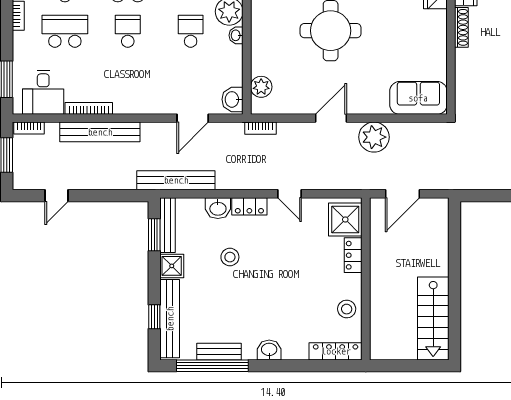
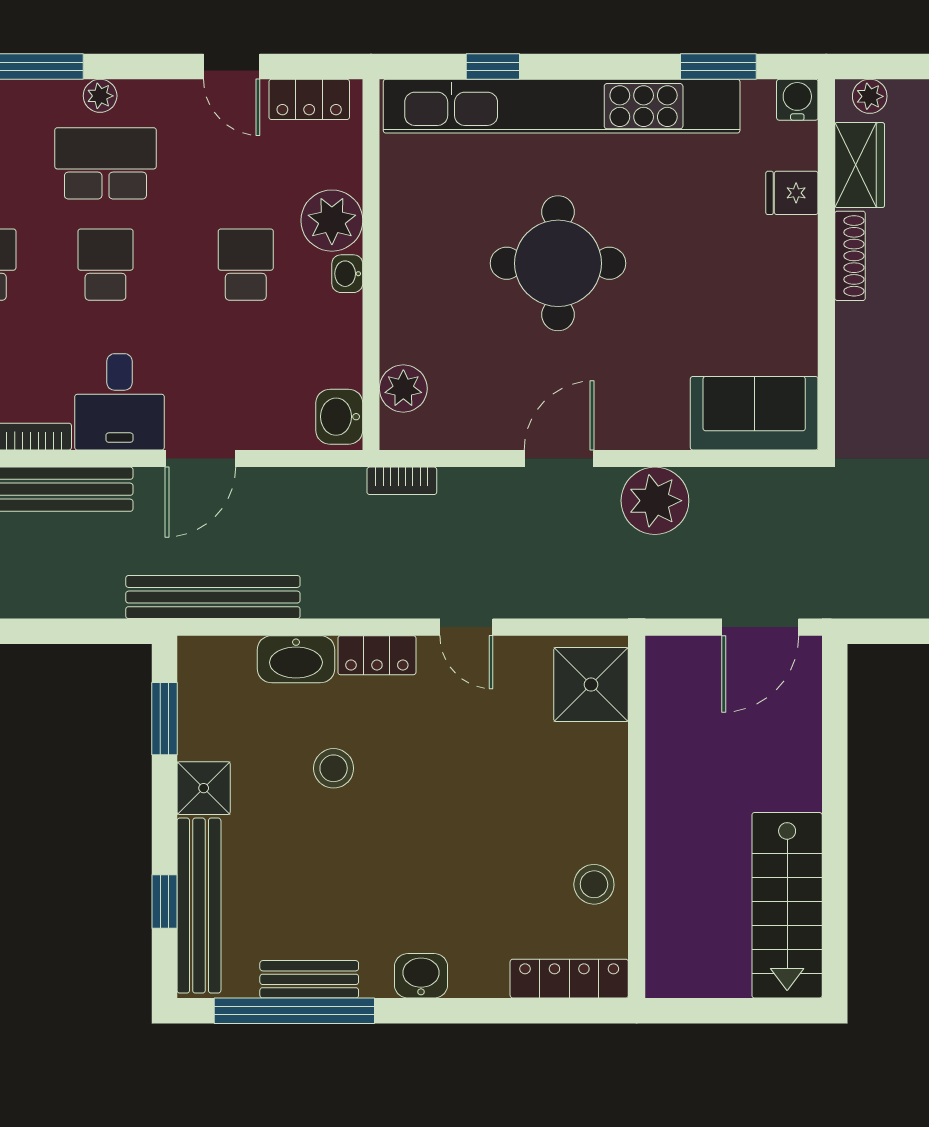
desk: (134, 93) -> (119, 402), added
door: (193, 118) -> (200, 459), moved
door: (402, 194) -> (760, 627), moved
washbasin: (218, 208) -> (296, 659), width x1.38
bench: (168, 225) -> (194, 697), removed
locker: (353, 255) -> (608, 764), removed

